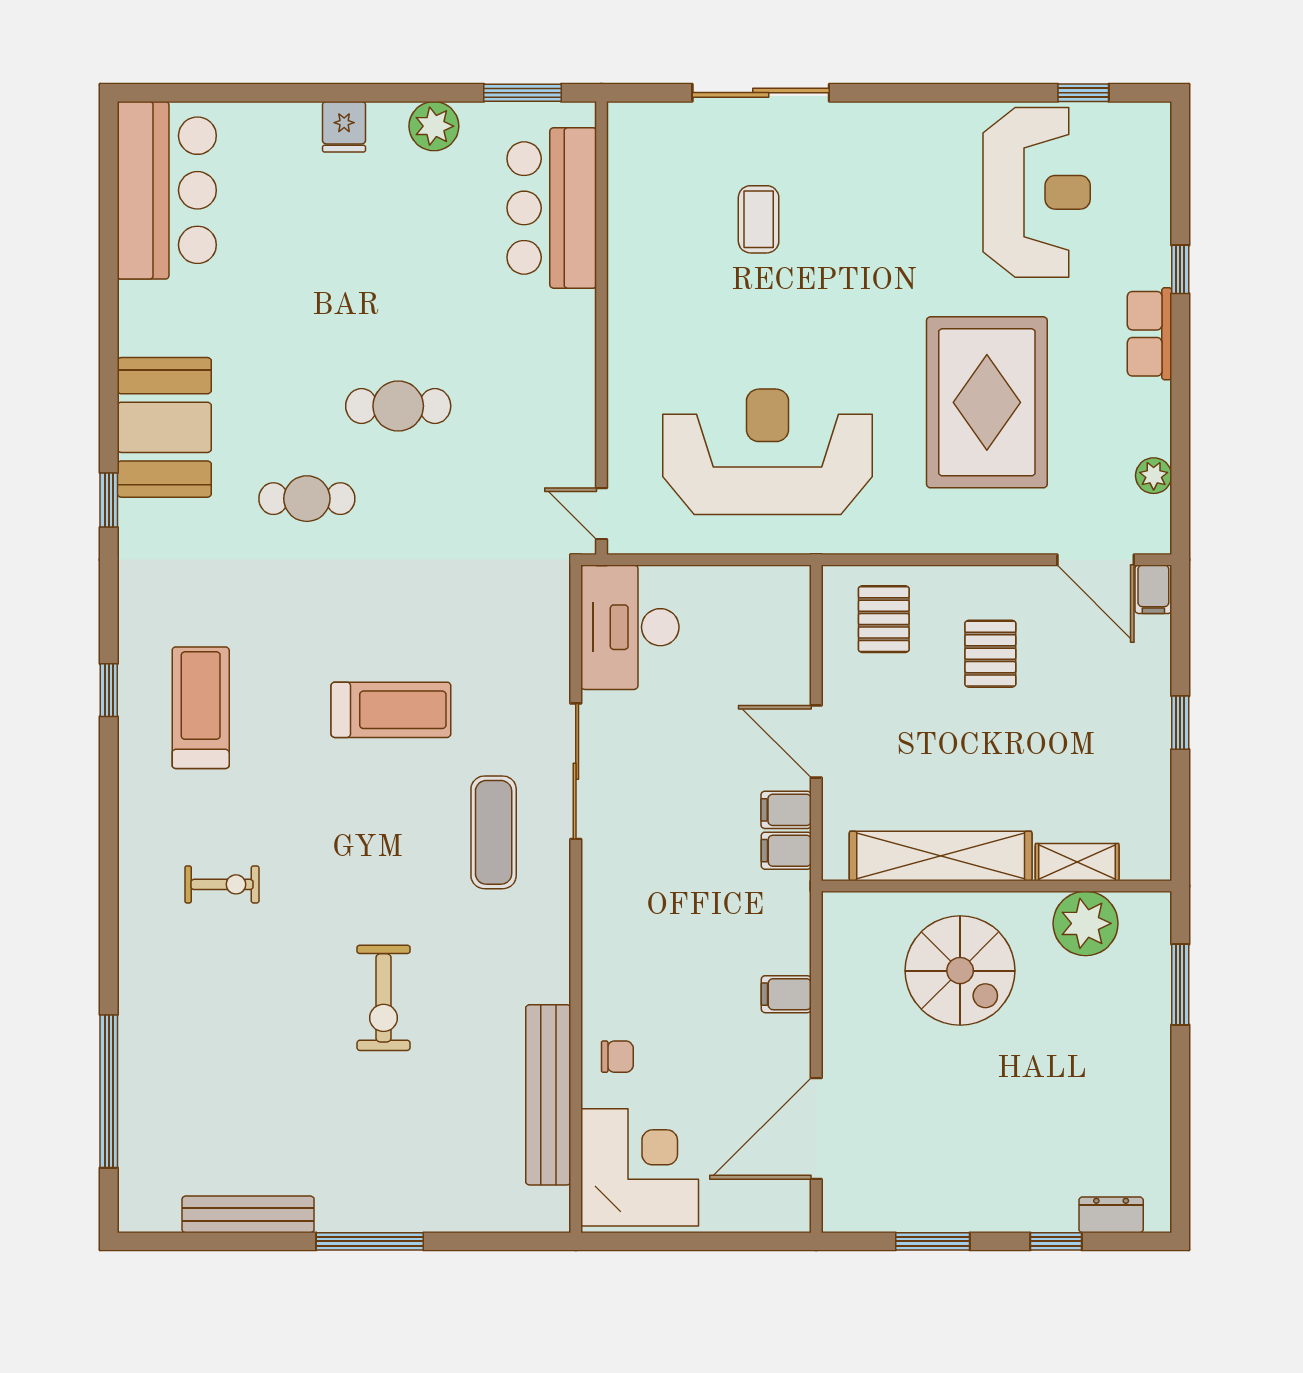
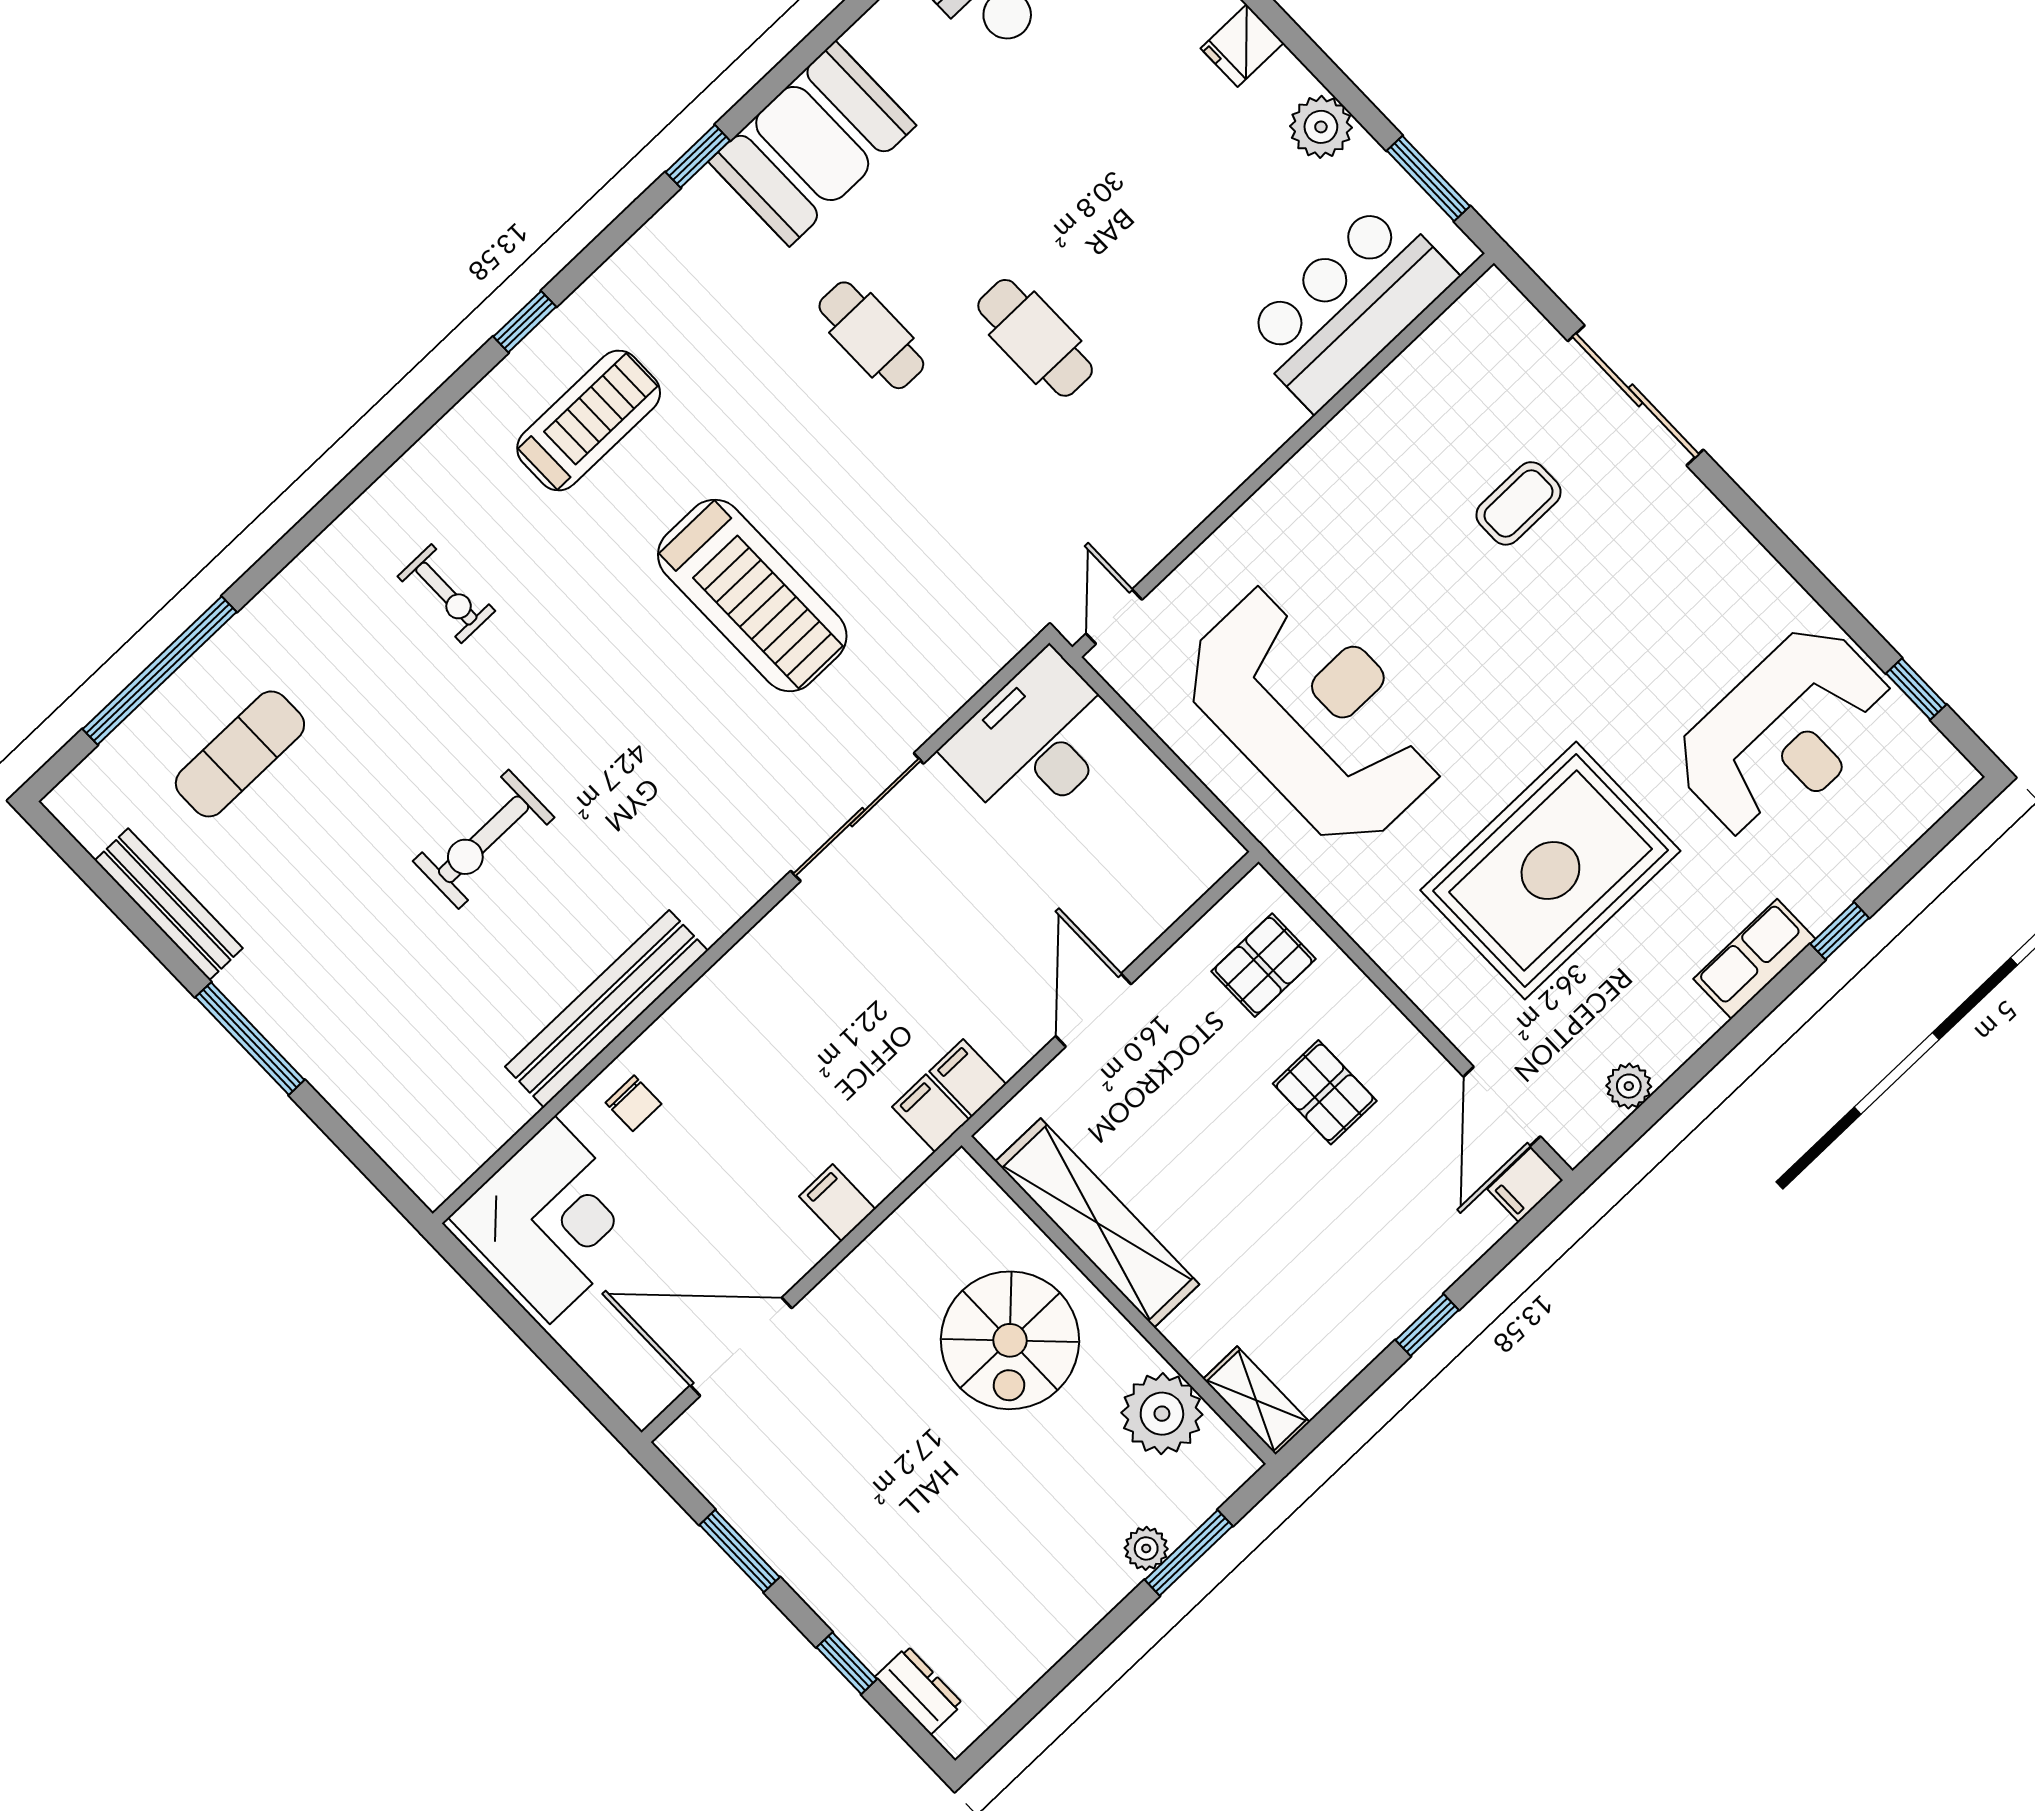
pallet: (990, 654) -> (1325, 1092), turned 90
treadmill: (391, 710) -> (752, 595), width x1.37, depth x1.38
filing cabinet: (786, 810) -> (931, 1113), moved
exercise mat: (494, 832) -> (240, 754), moved
shelving: (1077, 862) -> (1256, 1401), moved
plant: (1154, 1007) -> (1146, 1548), added
bench: (548, 1095) -> (607, 1009), moved

